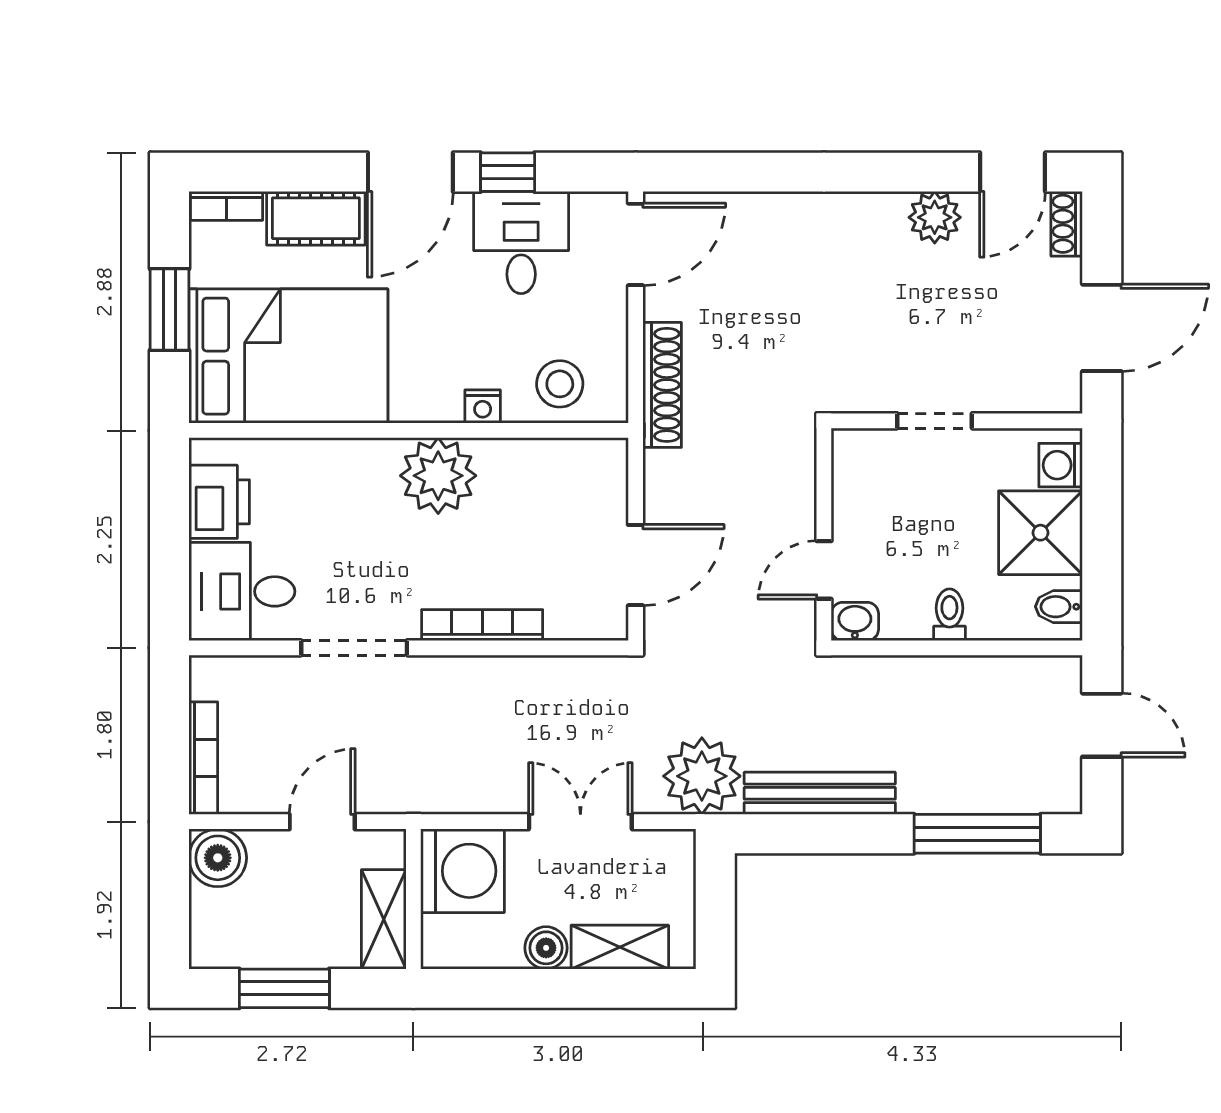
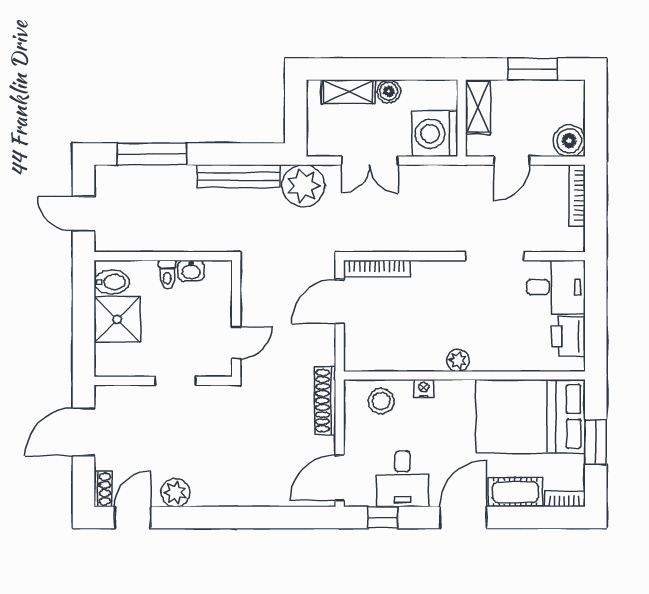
window: (508, 172) -> (383, 517), moved
washing machine: (1061, 465) -> (106, 356), removed
plant: (438, 476) -> (458, 360), width x0.53, depth x0.53
door: (824, 570) -> (236, 343), moved
bidet: (1059, 607) -> (112, 282), width x1.38, depth x1.36
washbasin: (855, 621) -> (191, 271), moved
bookcase: (482, 625) -> (377, 269), moved

